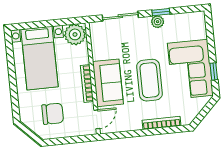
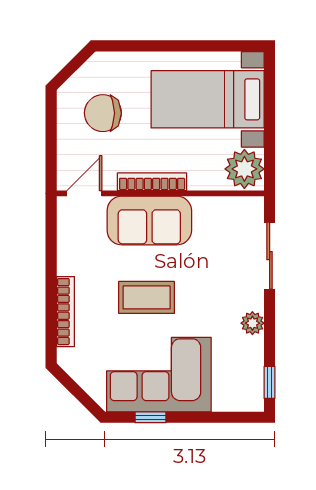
window: (161, 12) -> (270, 382), moved
coffee table: (149, 80) -> (147, 297), width x0.73, depth x0.76
chair: (53, 114) -> (103, 113), turned 90
door: (97, 119) -> (84, 193), swing flipped

